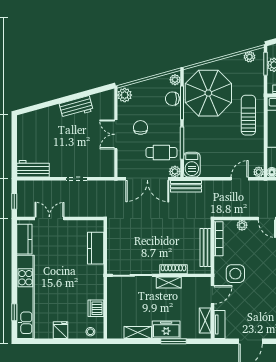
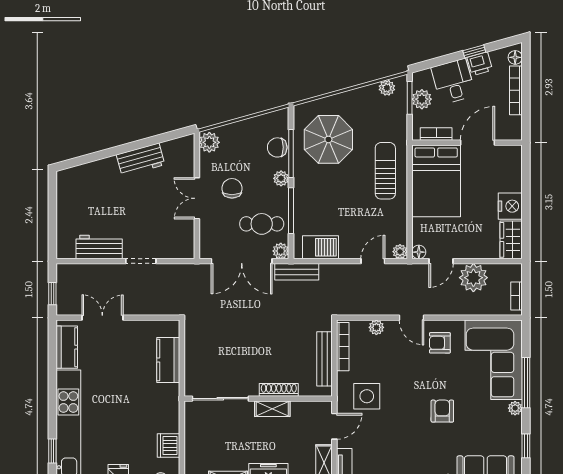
plant: (175, 80) -> (281, 178), moved
parasol: (208, 93) -> (328, 139), width x0.73, depth x0.73
barbecue: (192, 165) -> (321, 247), moved, turned -90
workbench: (33, 169) -> (99, 247), moved

